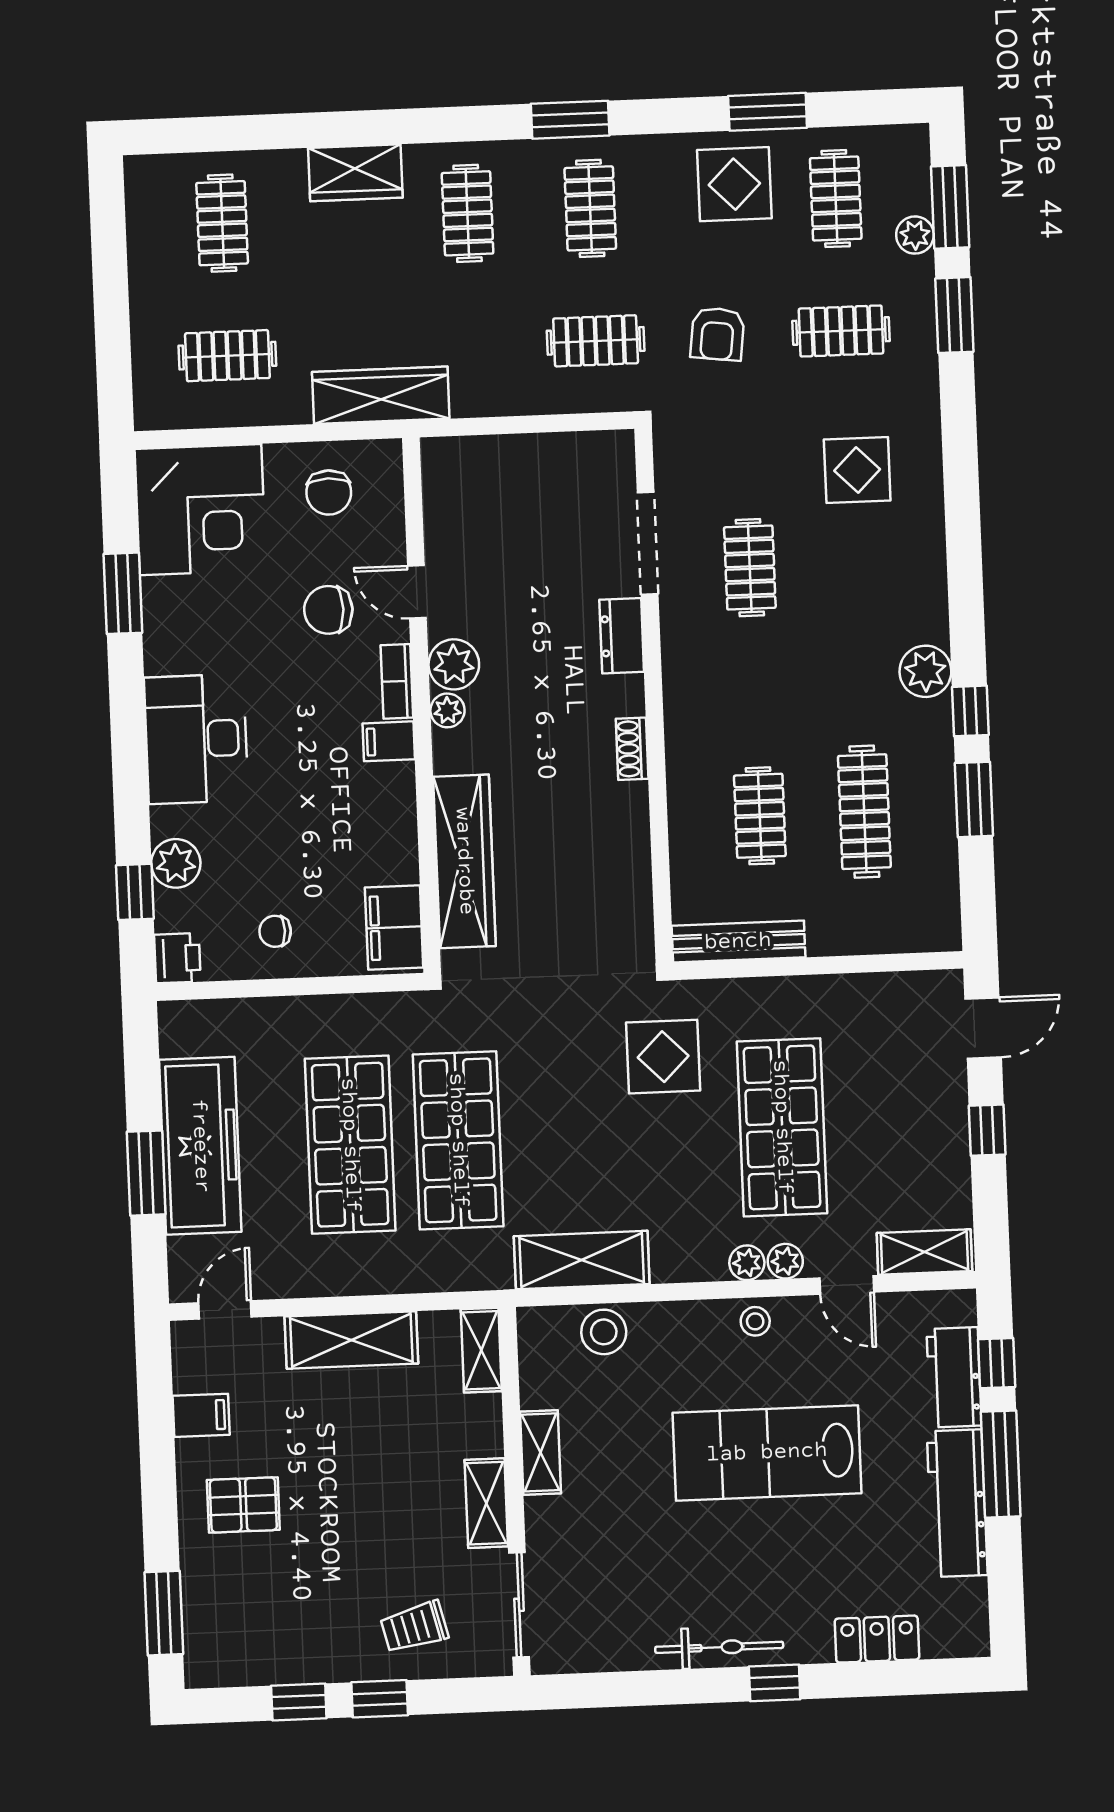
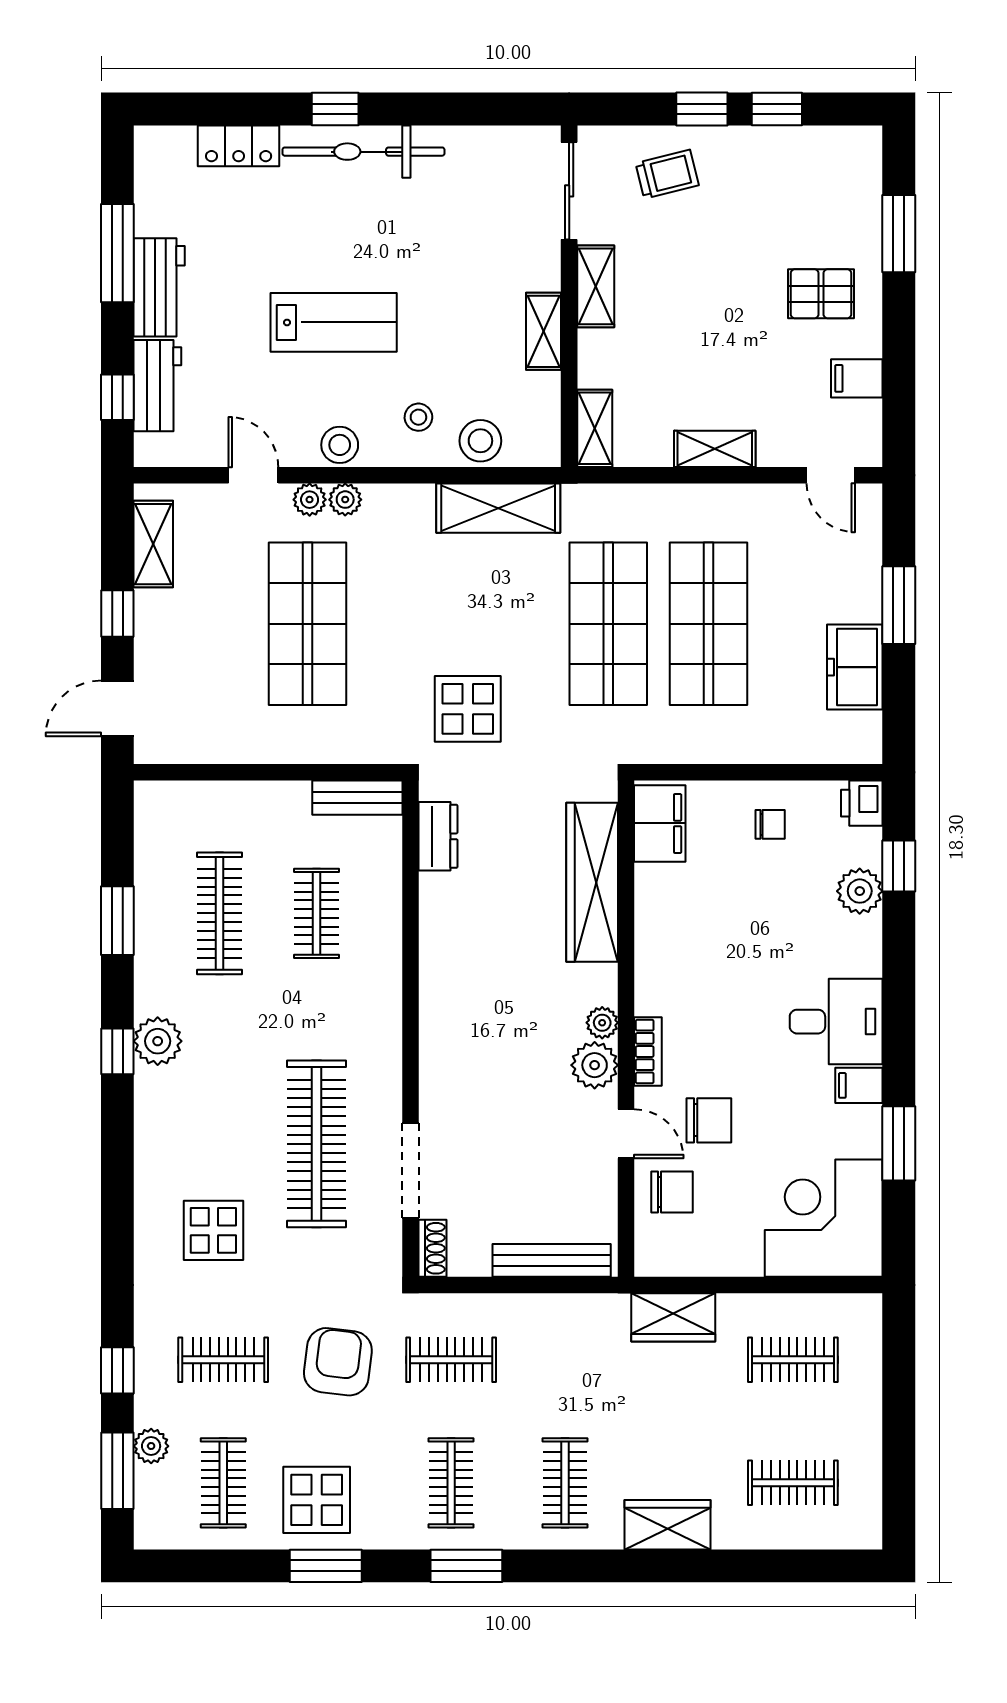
window: (768, 112) -> (326, 1566), moved
clothes rail: (222, 223) -> (793, 1483), turned 90
window: (954, 315) -> (117, 1370), width x0.67
armchair: (717, 334) -> (338, 1362), width x1.38, depth x1.38
wardrobe: (381, 395) -> (673, 1317), width x0.67
bench: (492, 452) -> (552, 1260), added
chair: (329, 492) -> (672, 1192), moved, turned 90
clothes rail: (750, 568) -> (317, 1144), width x1.86, depth x1.31
dresser: (622, 636) -> (438, 836), moved
window: (970, 711) -> (117, 1051), moved
desk: (196, 739) -> (836, 1022), width x0.73
filing cabinet: (389, 741) -> (859, 1085), moved, turned 180
shoe rack: (632, 749) -> (432, 1248), moved
bench: (738, 942) -> (357, 798), width x0.73
display table: (663, 1057) -> (468, 709), moved
freezer: (200, 1146) -> (855, 667), width x0.52, depth x0.79
shelving: (924, 1252) -> (153, 544), moved, turned 90
door: (225, 1310) -> (831, 475), hinge flipped
stool: (755, 1321) -> (340, 445), width x1.37, depth x1.37
shelving: (351, 1340) -> (715, 449), width x0.67, depth x0.75
stool: (672, 1355) -> (418, 417), added
lab bench: (767, 1453) -> (334, 322), width x0.73, depth x0.72
window: (1001, 1464) -> (117, 253), moved
workbench: (957, 1503) -> (159, 287), width x0.73
window: (164, 1613) -> (899, 234), moved
bicycle: (719, 1647) -> (363, 152), width x1.37, depth x1.40

